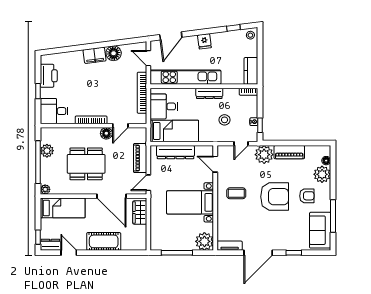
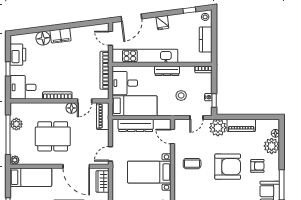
floor lamp: (114, 53) -> (43, 38), moved
kitchen counter: (251, 71) -> (206, 40), moved
piano: (140, 158) -> (103, 116), moved

